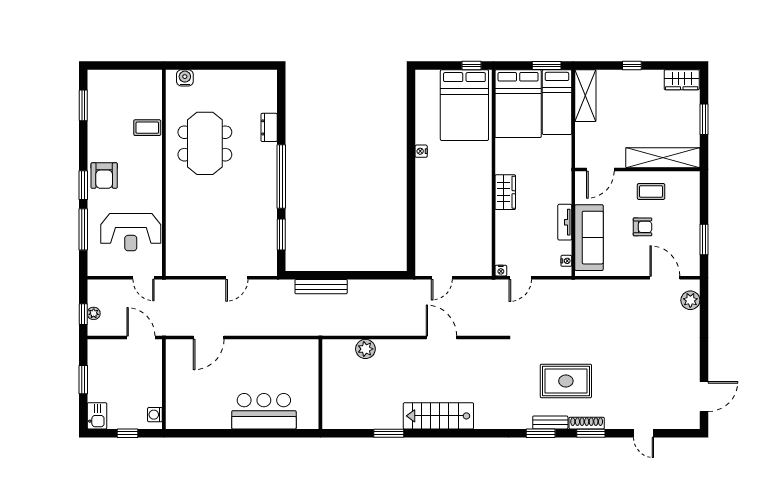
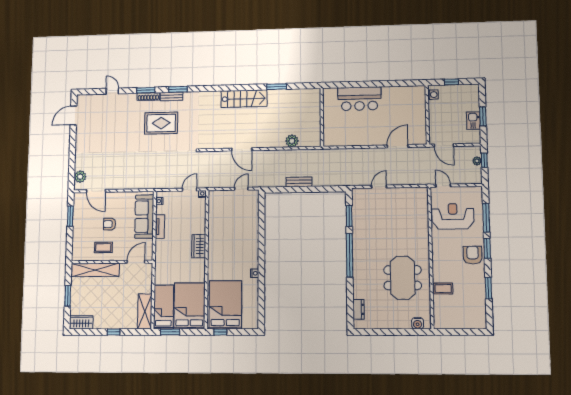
window: (83, 105) -> (488, 288), moved
dresser: (269, 127) -> (359, 309), moved
bench: (321, 287) -> (299, 182), moved, width x0.73
kitchen sink: (97, 416) -> (473, 121), moved

